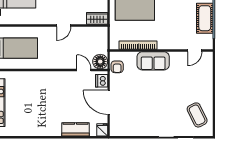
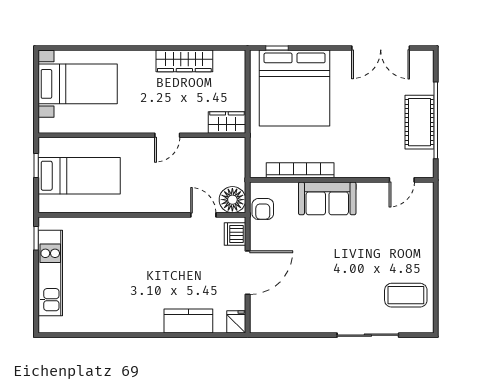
door: (109, 102) -> (248, 273), swing flipped
coffee table: (197, 115) -> (406, 295), turned -64

